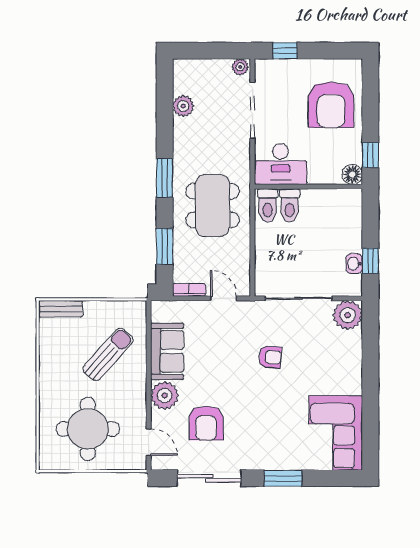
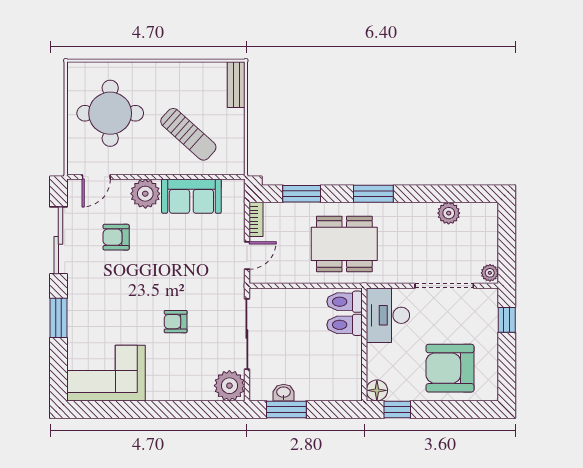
window: (370, 261) -> (286, 409), width x1.50
armchair: (270, 357) -> (176, 322), moved, turned 86
armchair: (206, 423) -> (116, 237), width x0.72, depth x0.72

